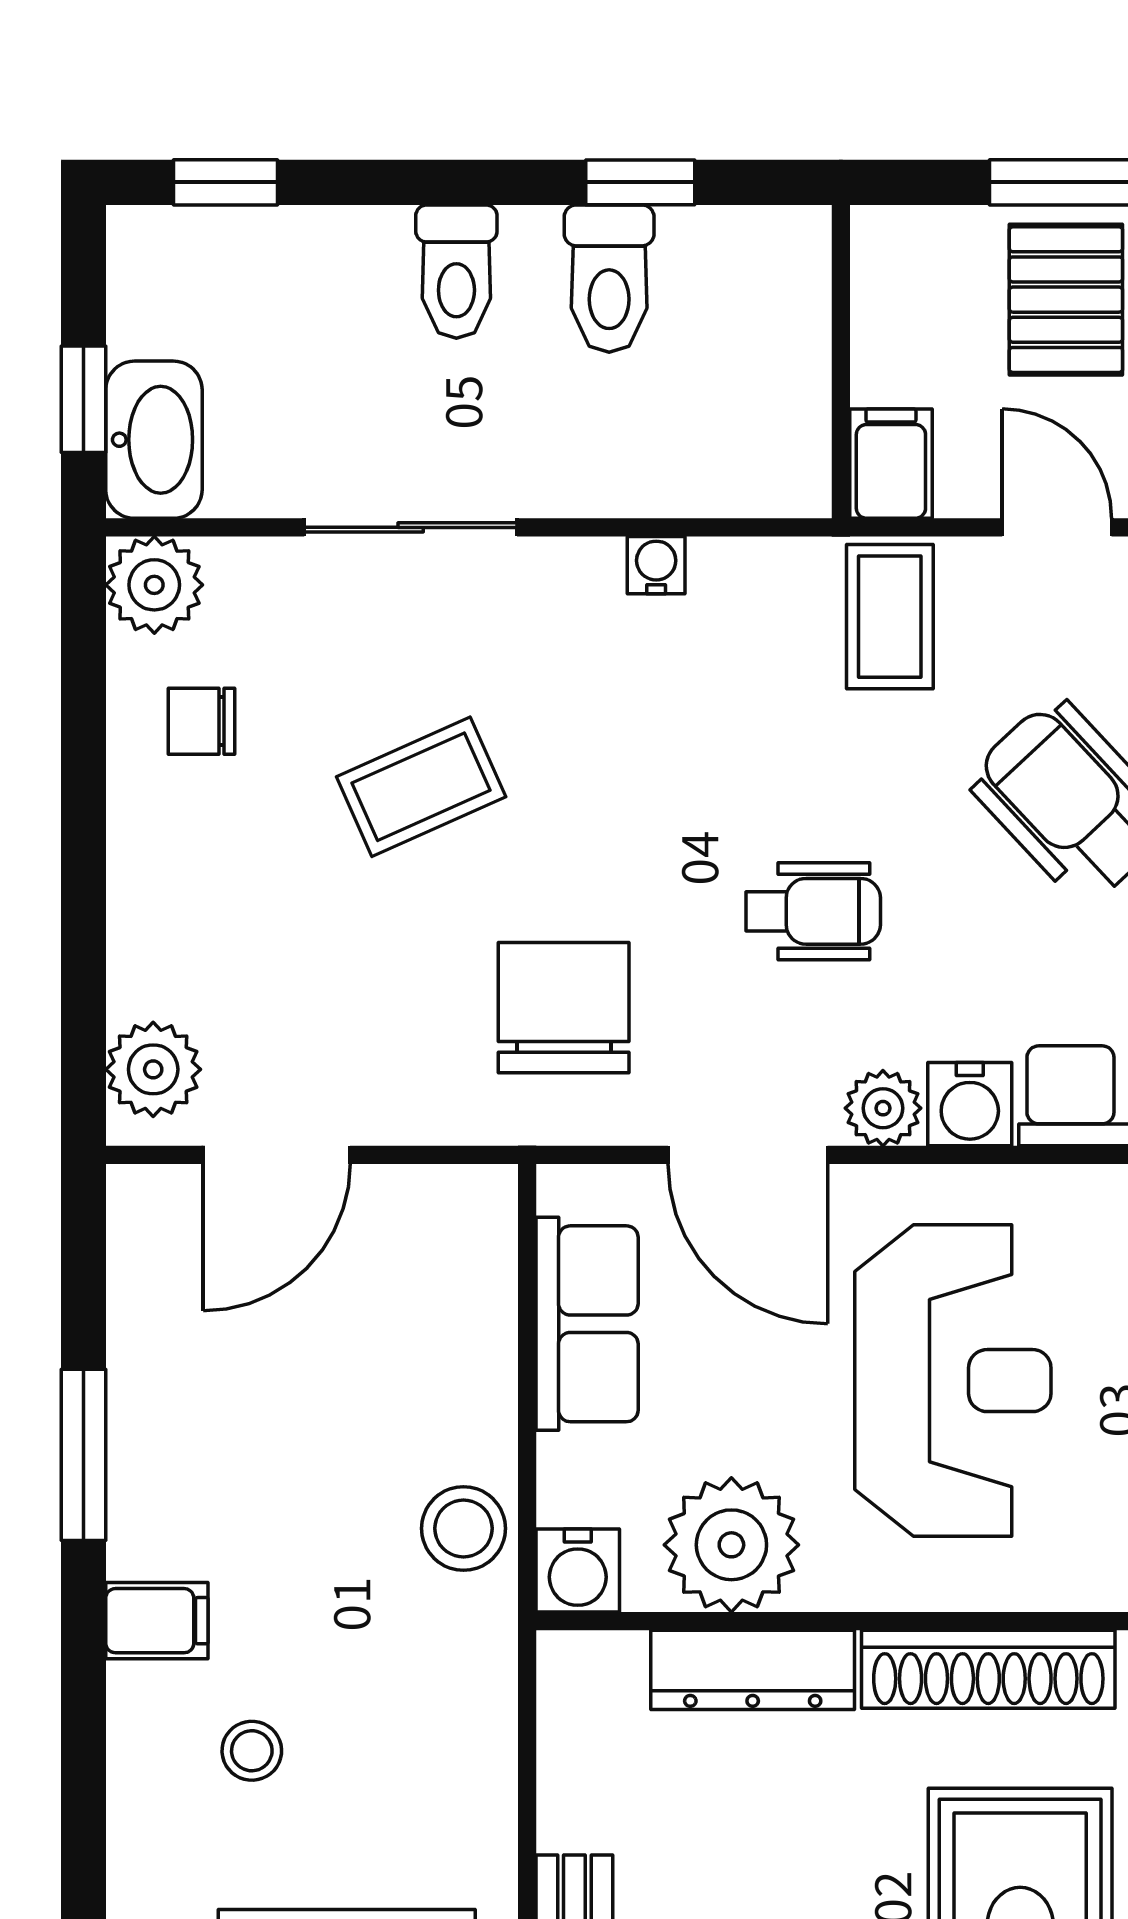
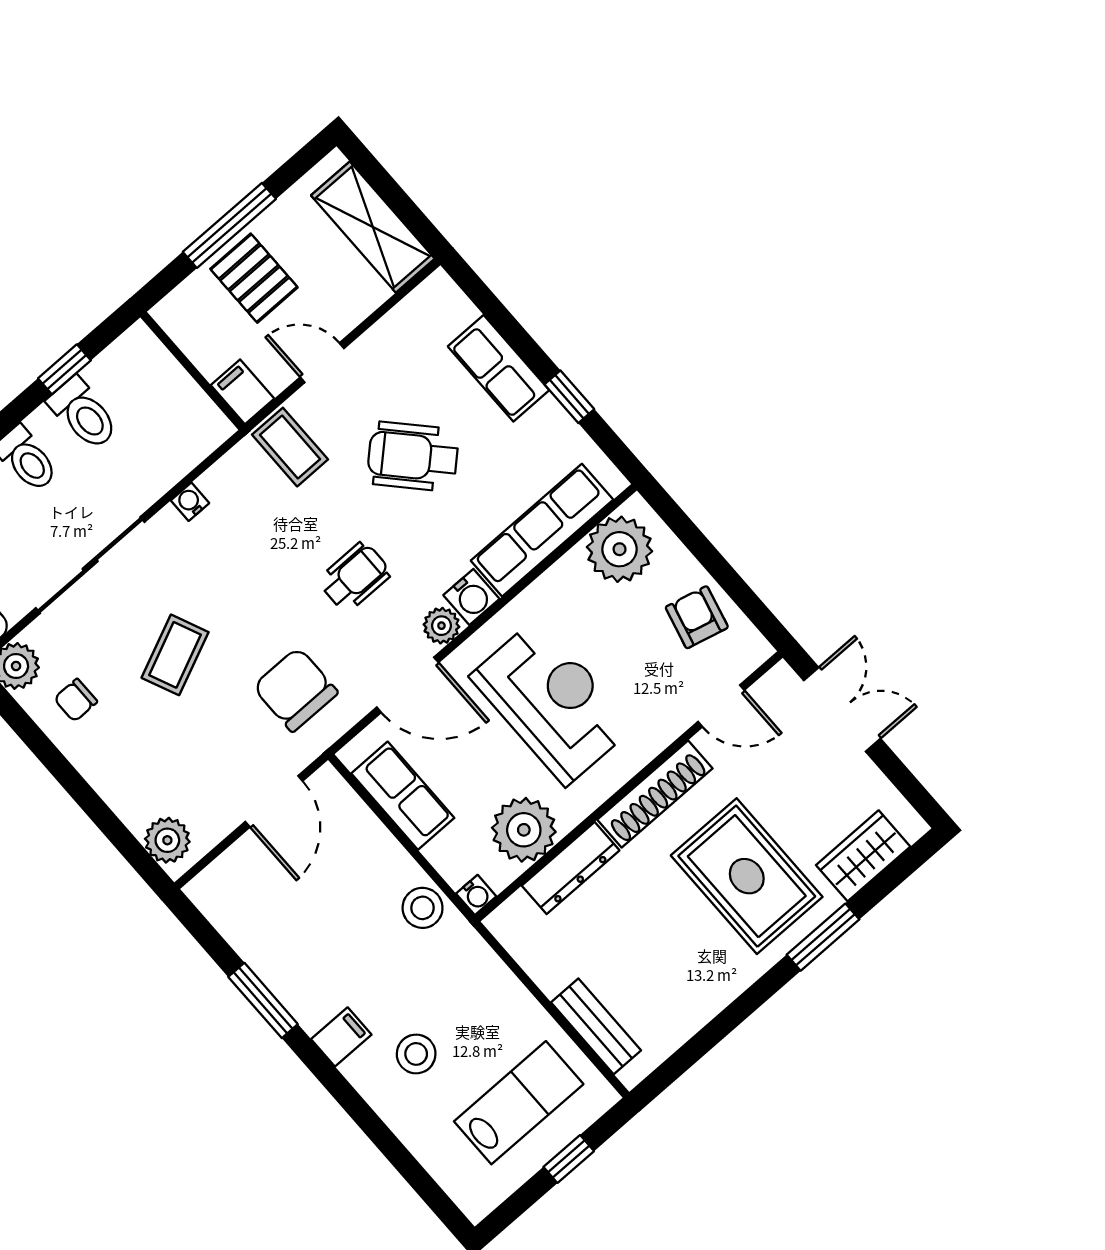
sliding door: (411, 527) -> (90, 565), width x1.37
door: (277, 1155) -> (274, 801), moved
water cooler: (578, 1570) -> (476, 895), width x0.72, depth x0.72
stool: (252, 1751) -> (416, 1054), width x1.37, depth x1.37

